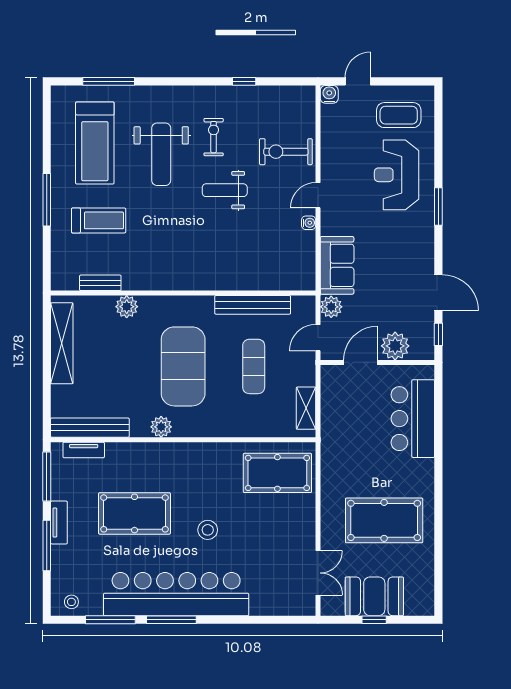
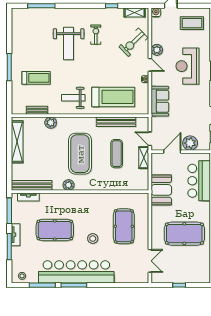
shelving: (288, 94) -> (135, 12), added
treadmill: (95, 143) -> (113, 97), moved, turned -90
exercise bike: (286, 152) -> (133, 42), turned -44
reception desk: (396, 175) -> (187, 66), moved
weight bench: (225, 190) -> (73, 98), moved
door: (318, 195) -> (150, 65), swing flipped
plant: (331, 307) -> (157, 50), moved
door: (318, 338) -> (150, 139), hinge flipped
shelving: (306, 408) -> (144, 158), moved
pool table: (277, 473) -> (124, 226), moved, turned 90
booth: (374, 596) -> (161, 190), moved, turned 90

